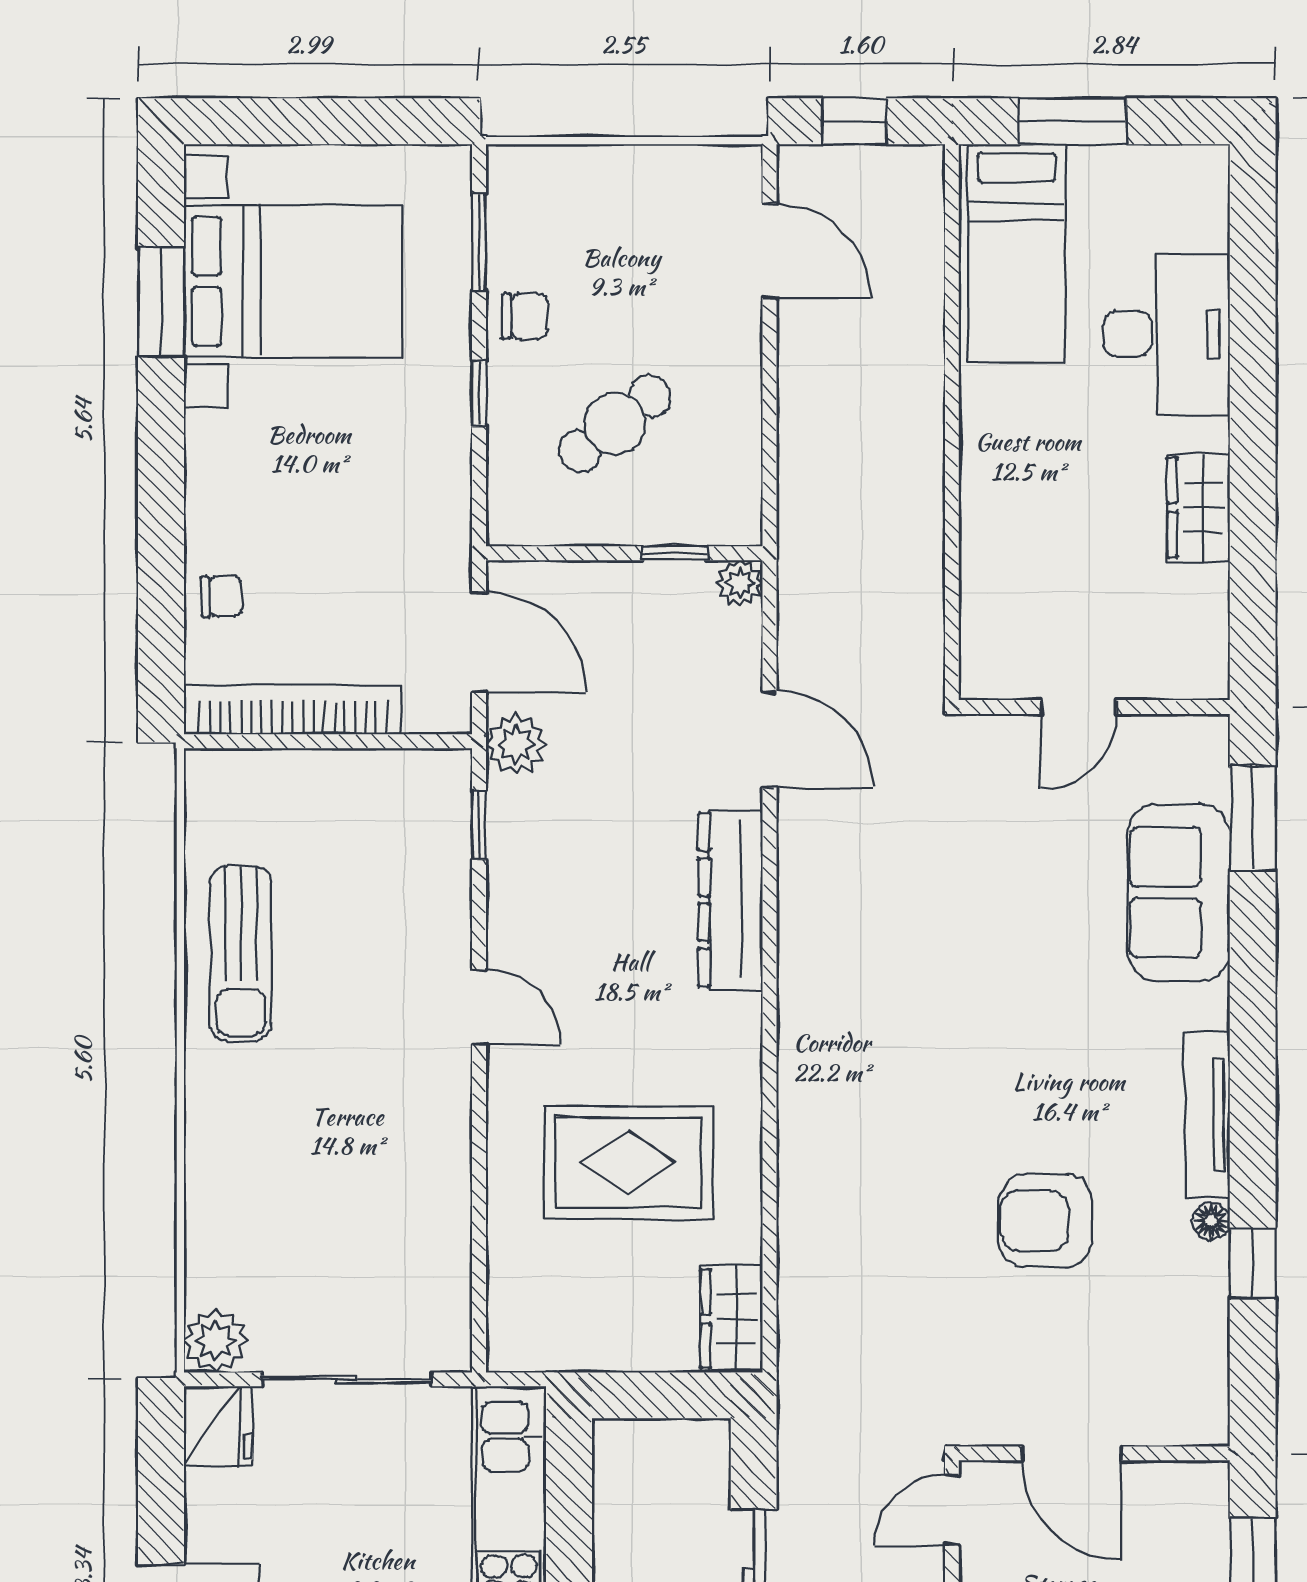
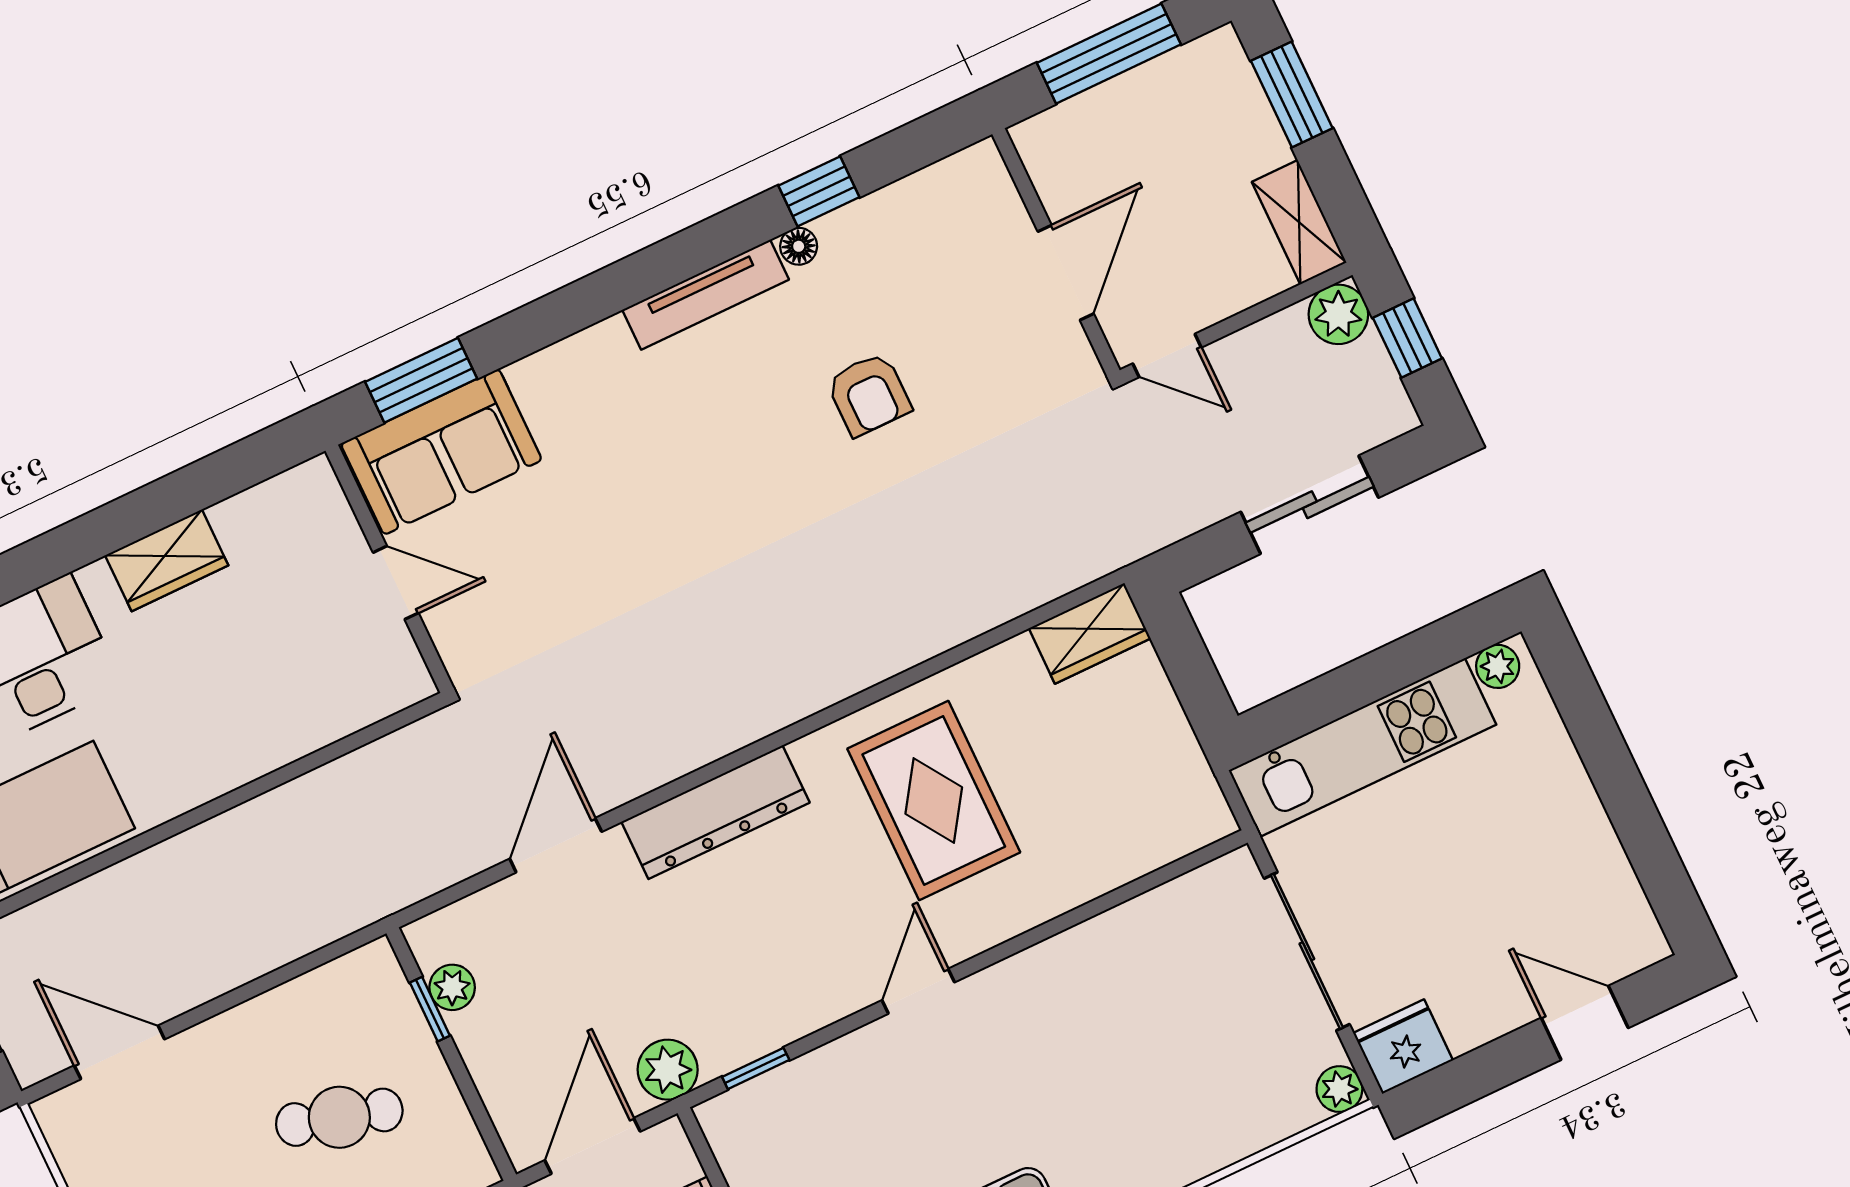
door: (770, 251) -> (119, 1052), hinge flipped
cafe table: (615, 424) -> (339, 1117), turned -36
plant: (740, 583) -> (452, 987), moved
sofa: (1179, 892) -> (441, 452), moved
rug: (628, 1163) -> (934, 801), moved
armchair: (1046, 1221) -> (869, 394), width x0.72, depth x0.72
plant: (216, 1341) -> (1339, 1089), width x0.73, depth x0.73

